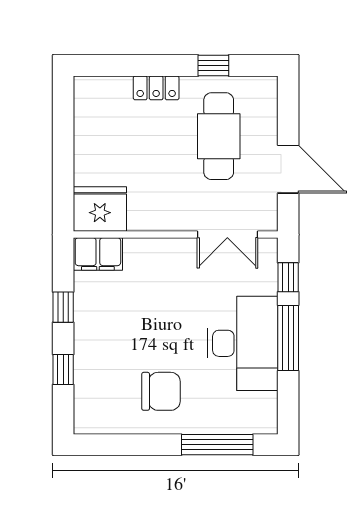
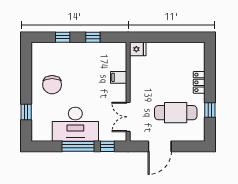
fridge: (100, 209) -> (138, 49), width x0.53, depth x0.75
filing cabinet: (98, 254) -> (119, 77), moved, width x0.50
window: (217, 445) -> (26, 112), width x0.46

